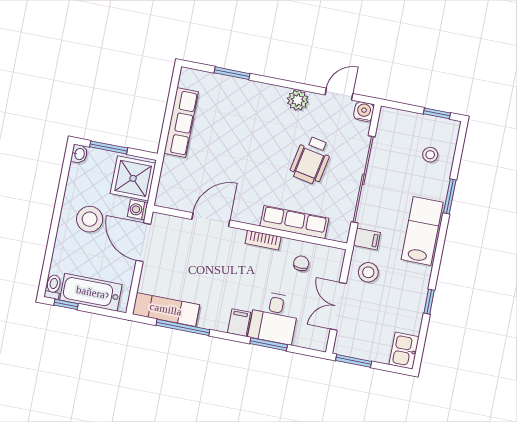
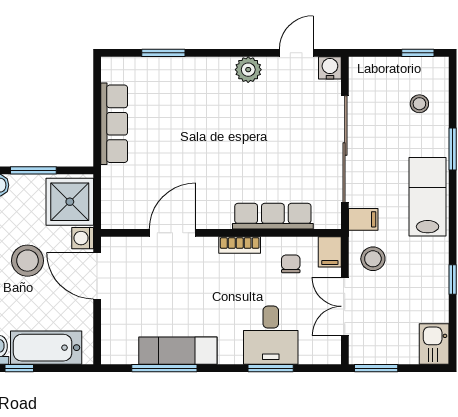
wheelchair: (311, 160) -> (278, 138), removed
exam couch: (166, 309) -> (178, 351), moved
filing cabinet: (239, 323) -> (330, 252), moved, turned 180

